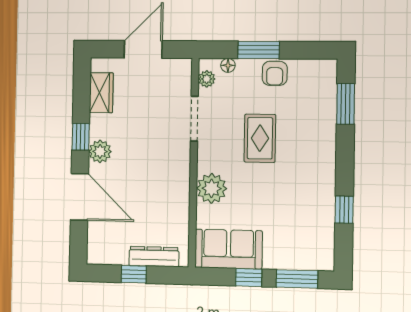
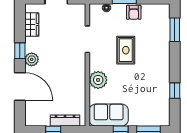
plant: (207, 79) -> (94, 16), removed

